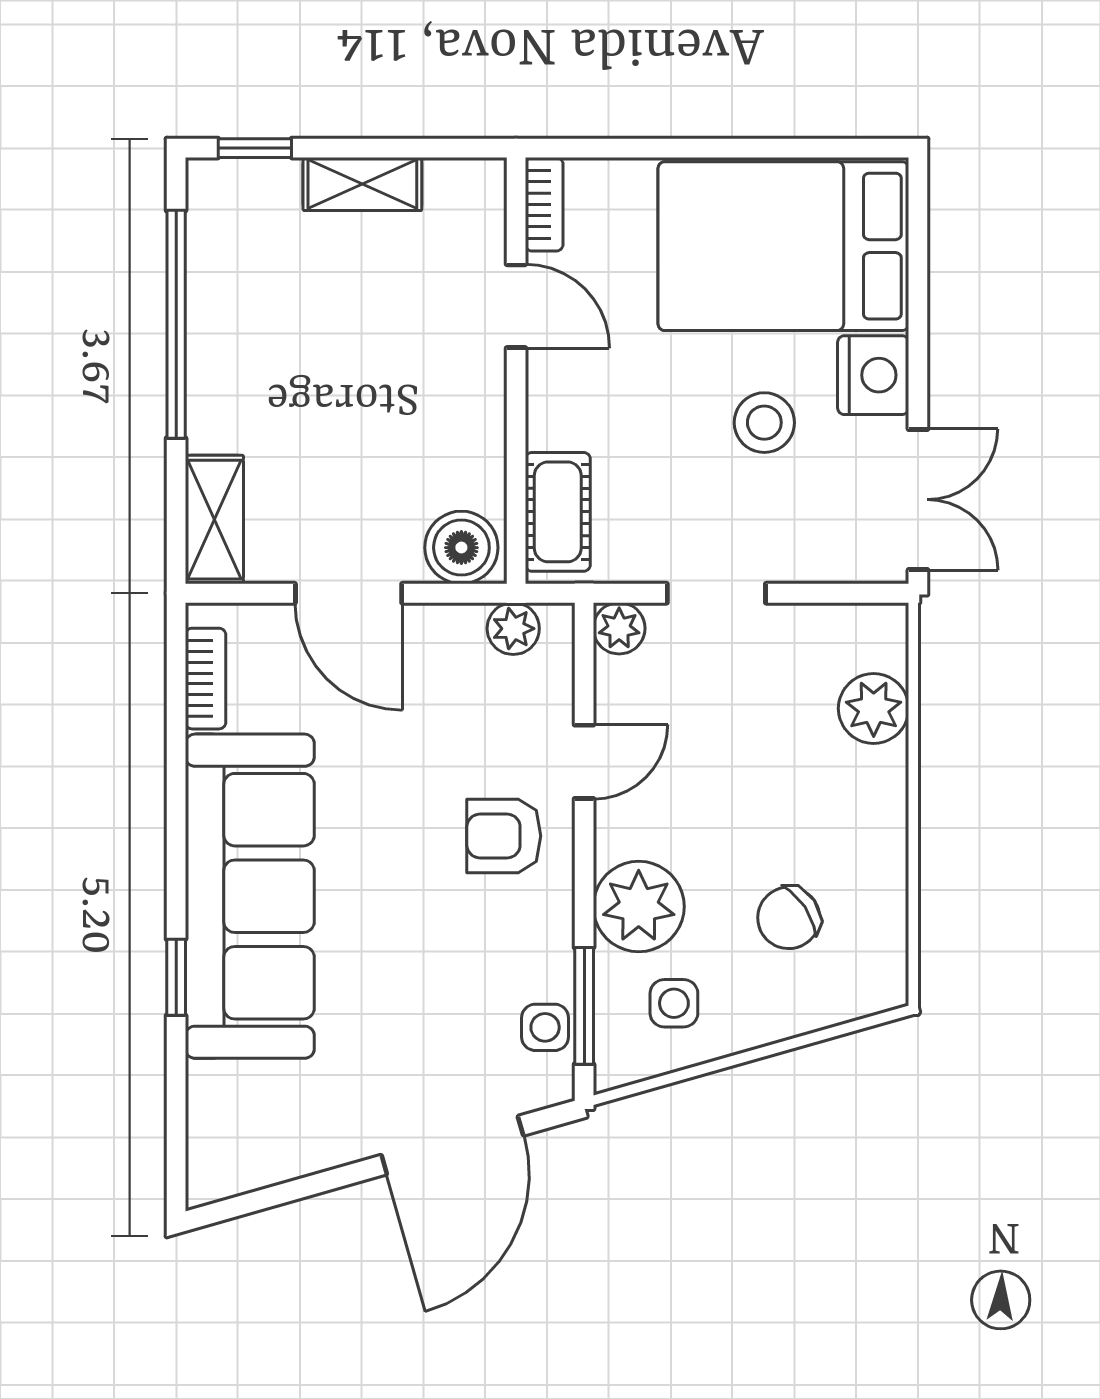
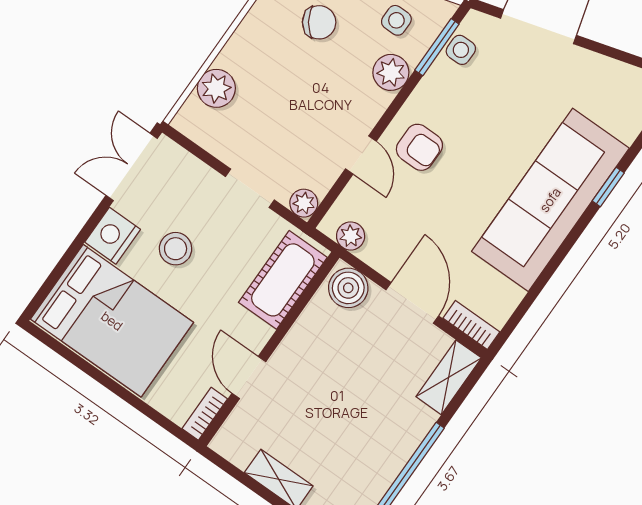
cot: (558, 512) -> (283, 280), width x1.37, depth x1.34
bookcase: (205, 679) -> (471, 325), moved, turned 90
door: (584, 762) -> (361, 155), swing flipped
plant: (639, 907) -> (391, 72), width x0.73, depth x0.73

